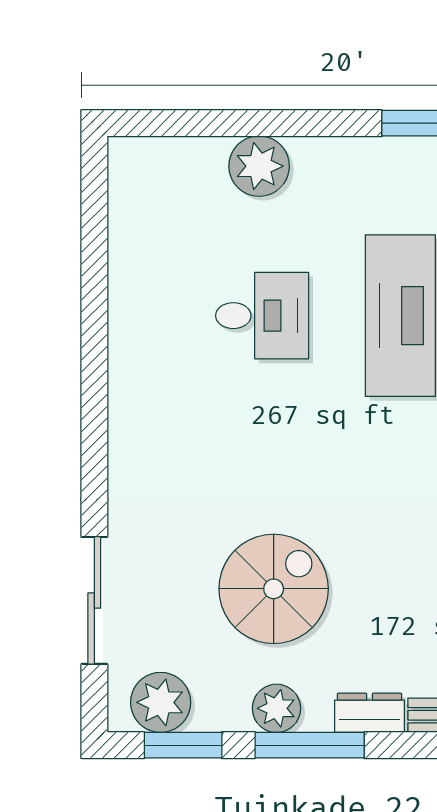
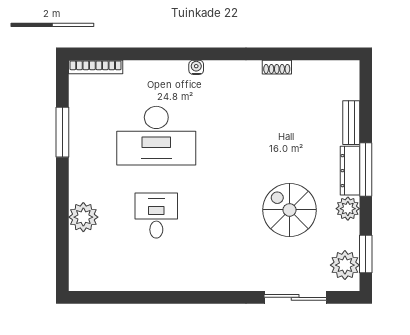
dresser: (370, 713) -> (350, 171), width x1.44
window: (310, 745) -> (366, 170), moved

